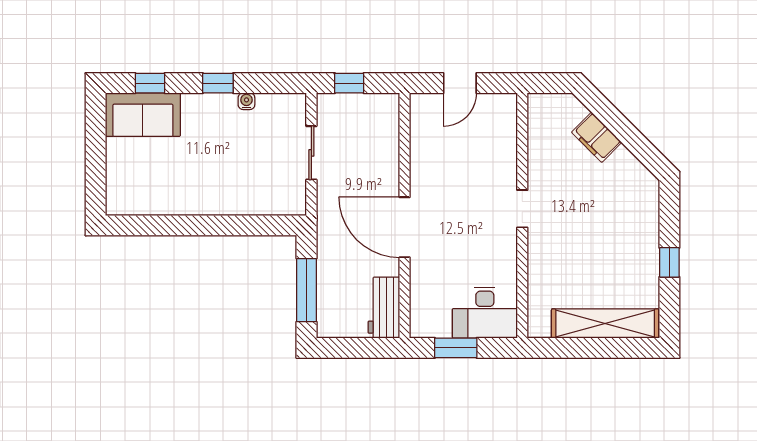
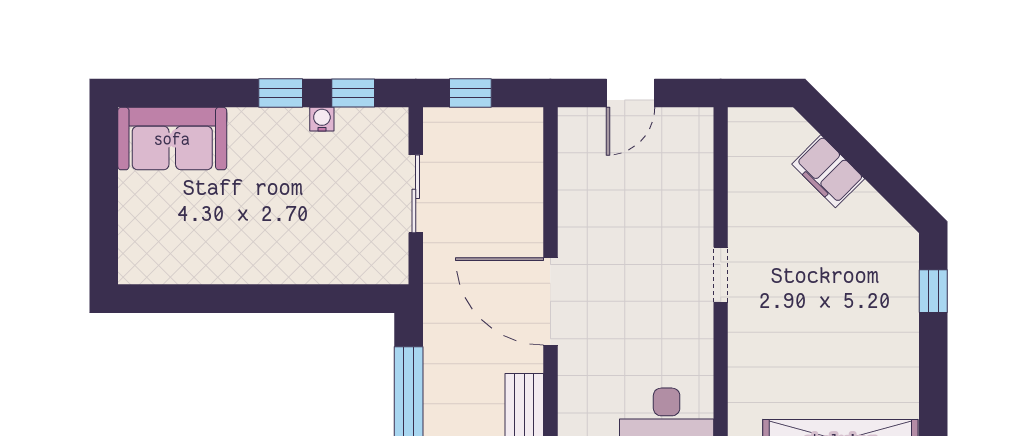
window: (150, 83) -> (353, 93), moved
window: (669, 262) -> (933, 291), moved

